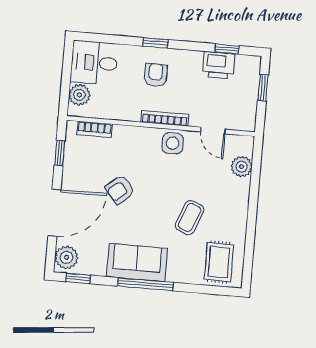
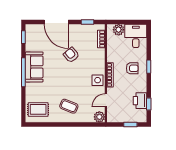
plant: (242, 167) -> (99, 117), moved
coffee table: (190, 218) -> (69, 106), moved
plant: (66, 257) -> (34, 30), removed

